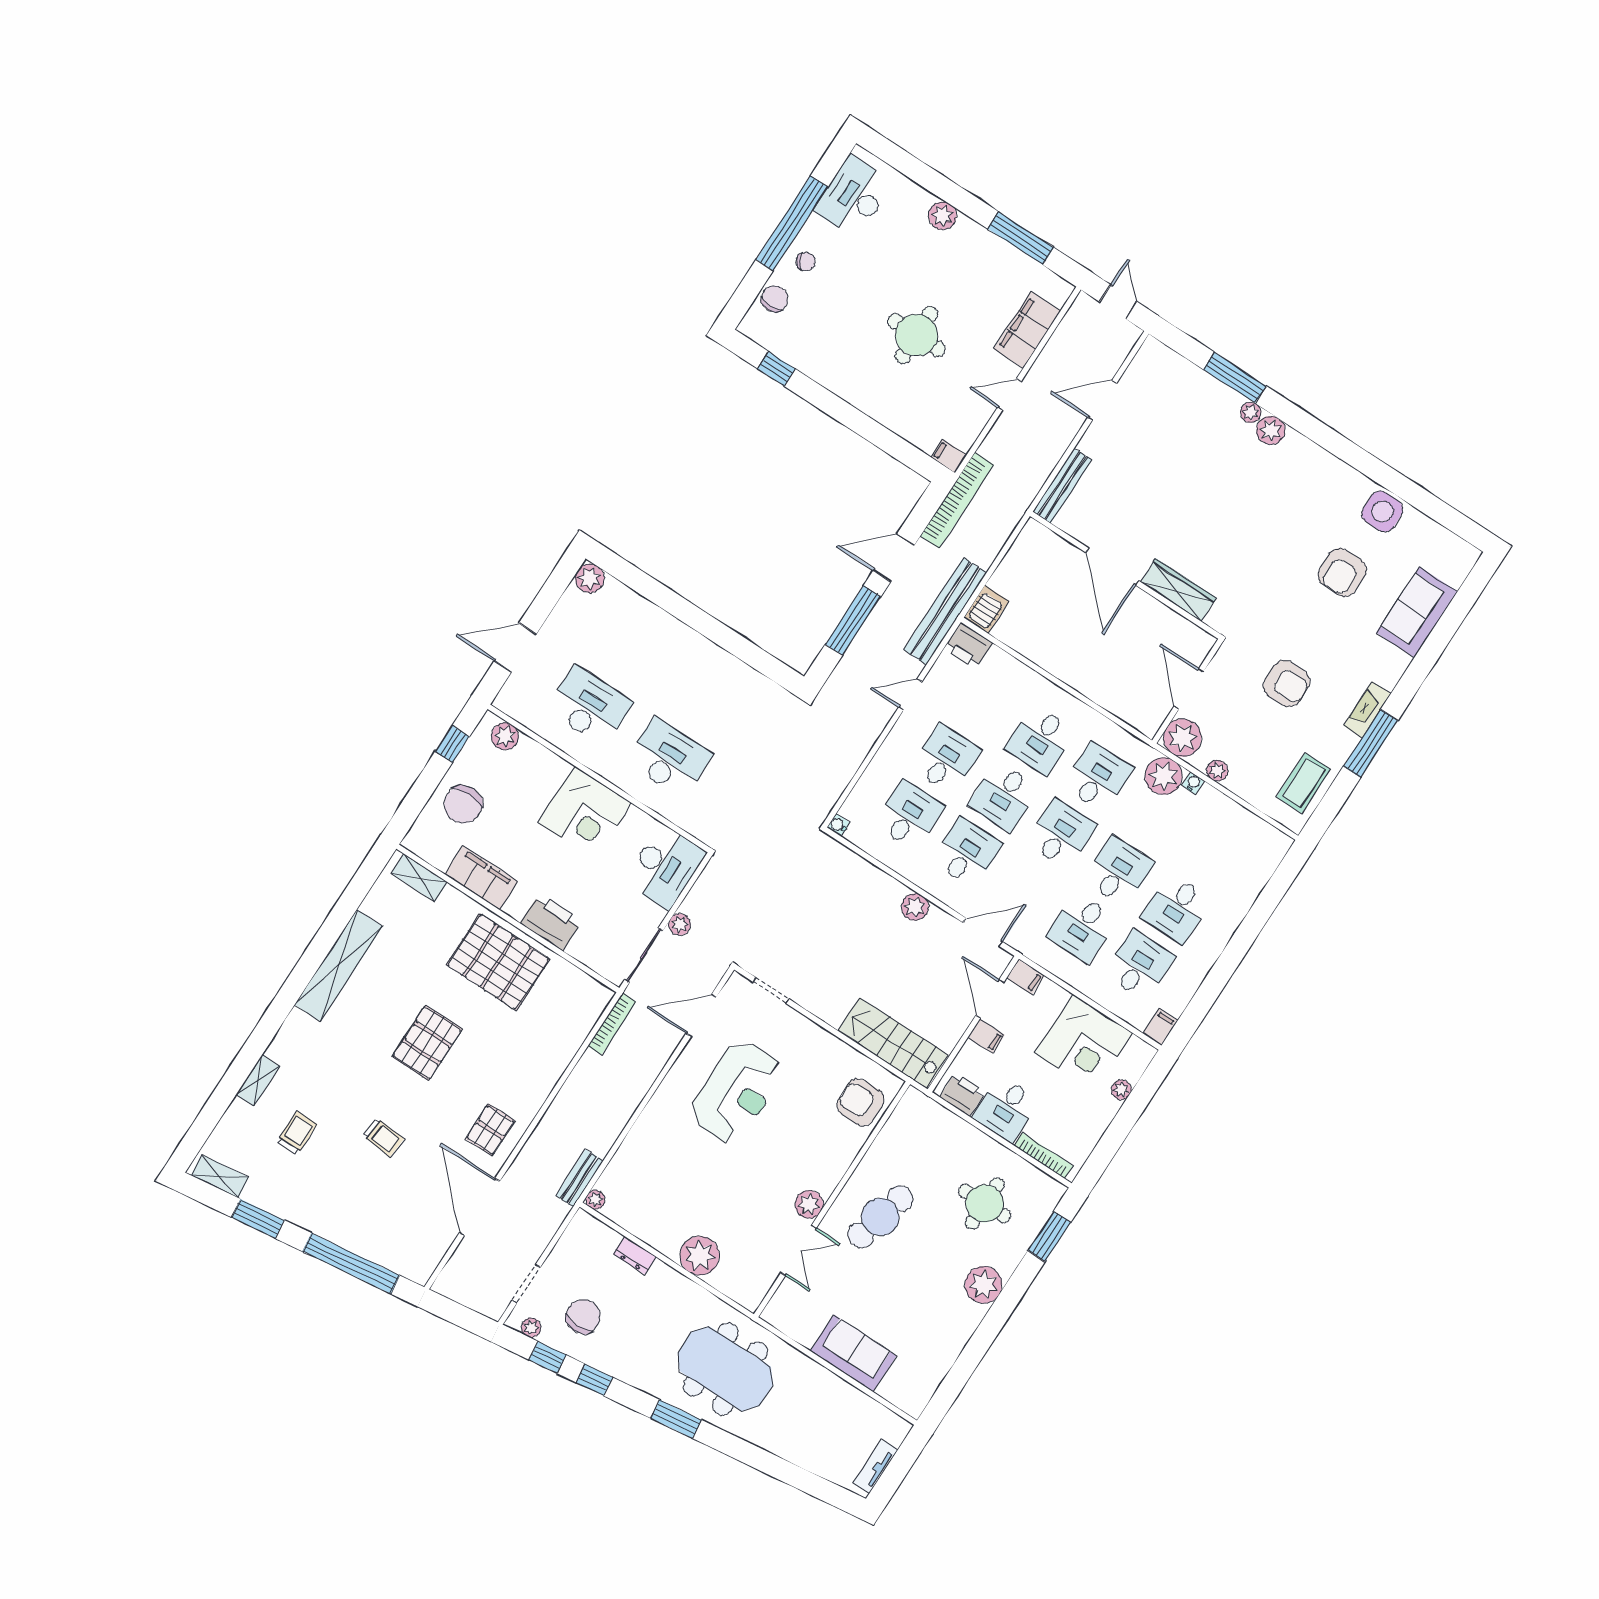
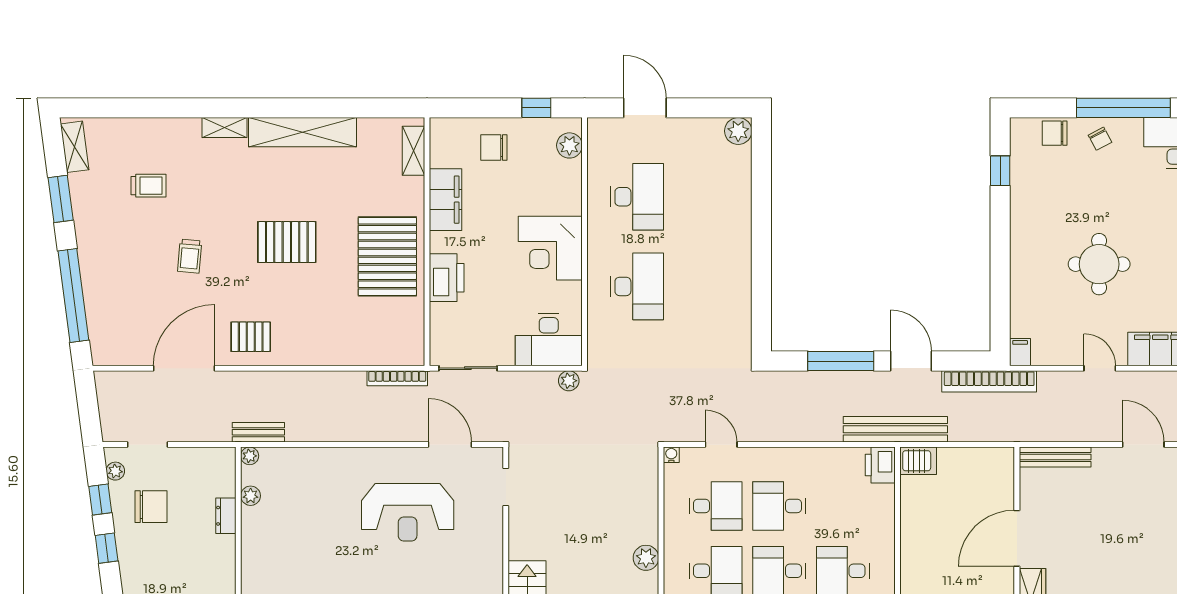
chair: (775, 299) -> (1055, 133), turned 180
door: (910, 695) -> (721, 445), moved
desk: (946, 759) -> (779, 506), turned 180
chair: (463, 805) -> (494, 147), width x0.73, depth x0.73
plant: (680, 924) -> (569, 381), moved
shelving: (258, 1080) -> (224, 127), moved
plant: (700, 1256) -> (251, 496), moved, width x0.53, depth x0.53

